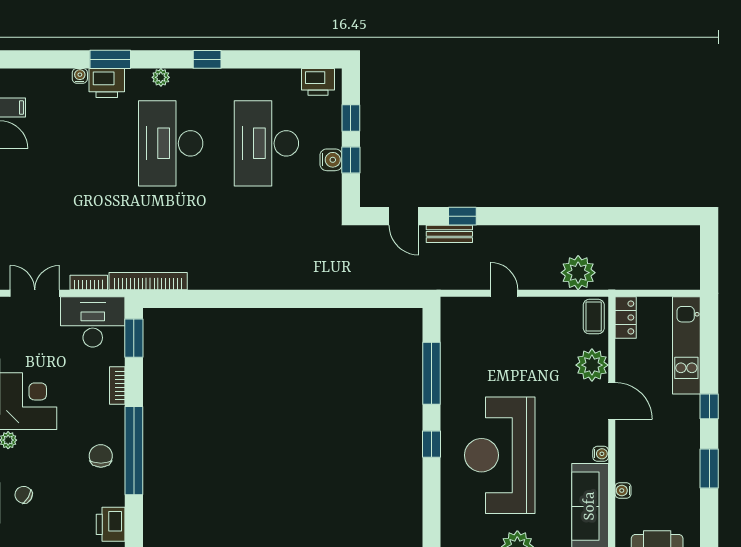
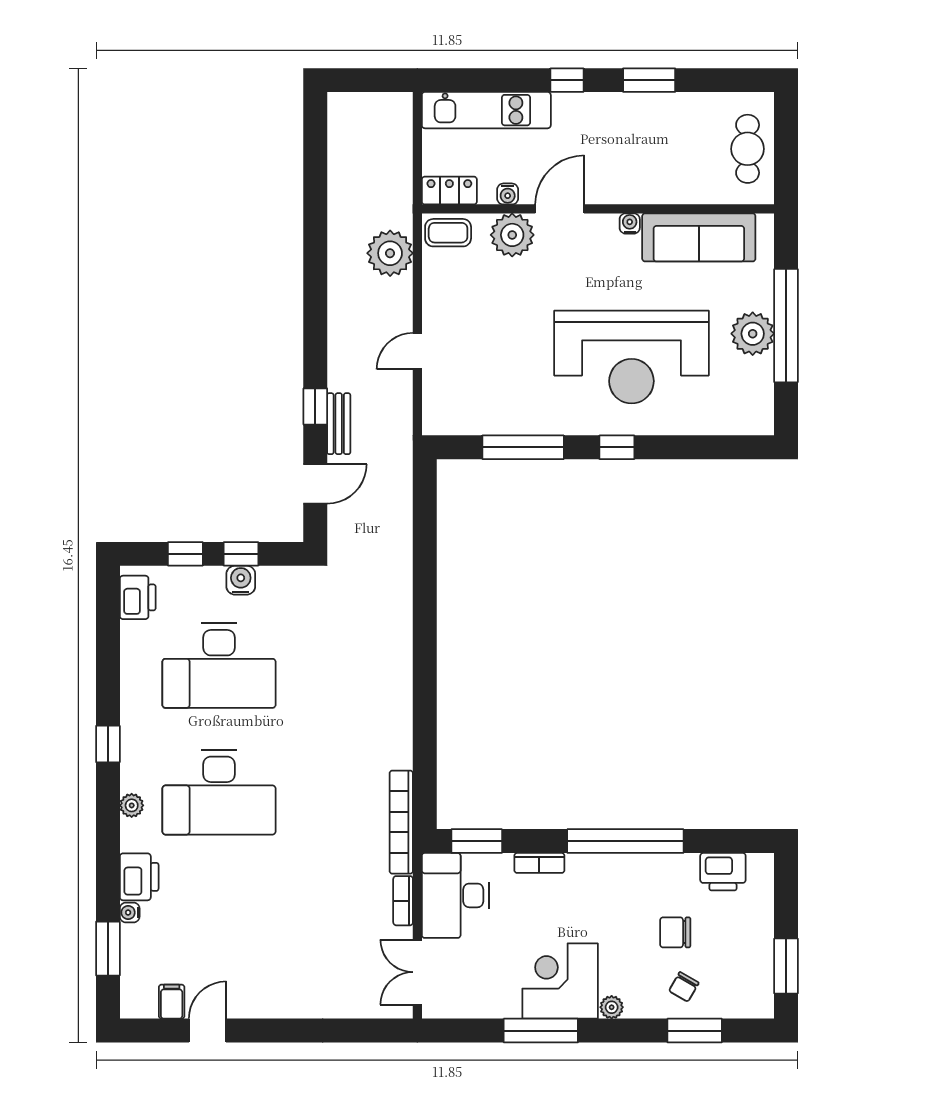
window: (110, 59) -> (108, 949), moved
chair: (101, 456) -> (675, 932), moved
water cooler: (623, 491) -> (508, 194), moved

